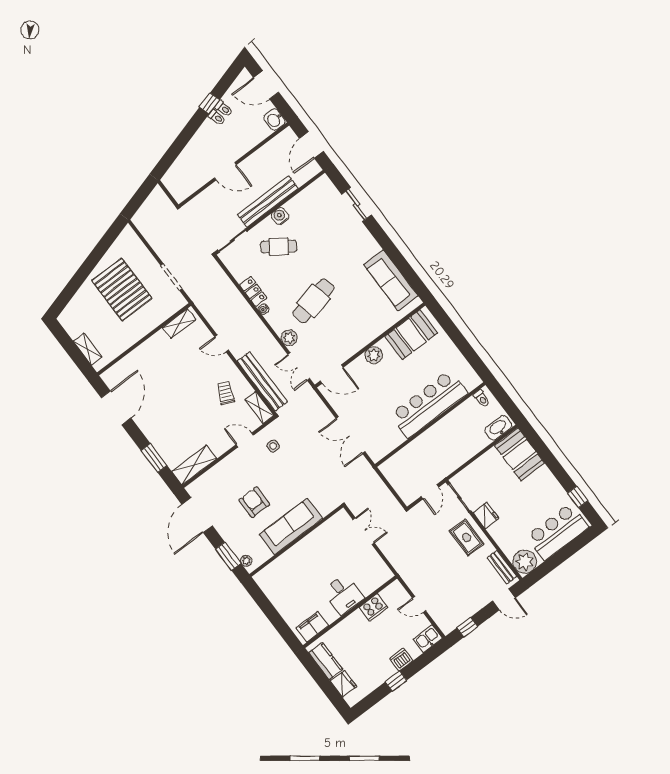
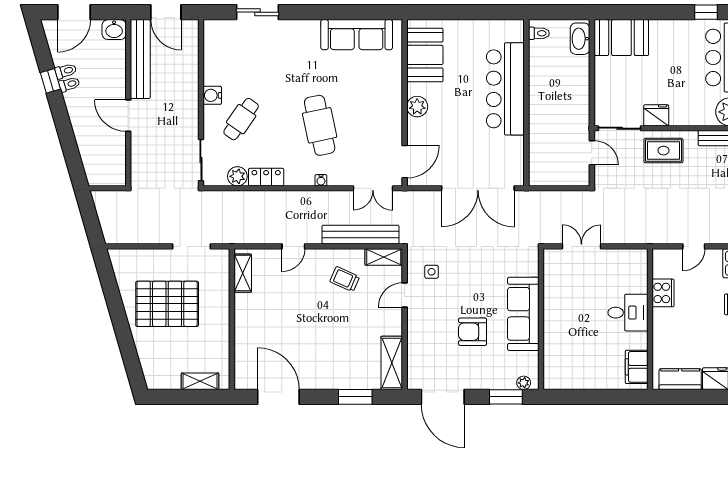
door: (225, 171) -> (128, 116), swing flipped
bench: (268, 201) -> (140, 59), moved
water cooler: (263, 309) -> (321, 180), moved
plant: (289, 338) -> (237, 176), moved
double door: (351, 435) -> (478, 188), width x1.36

